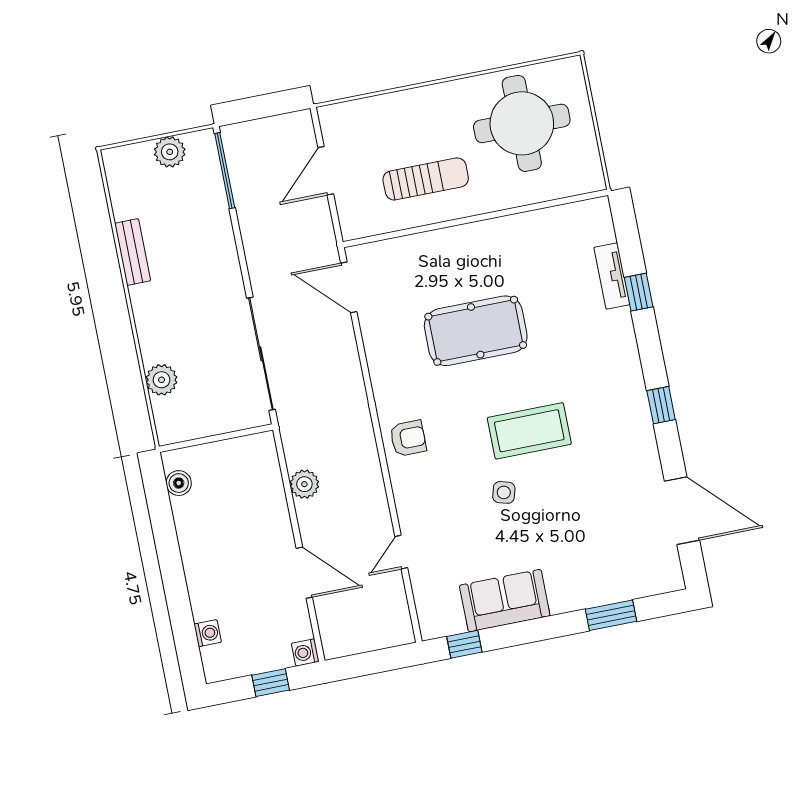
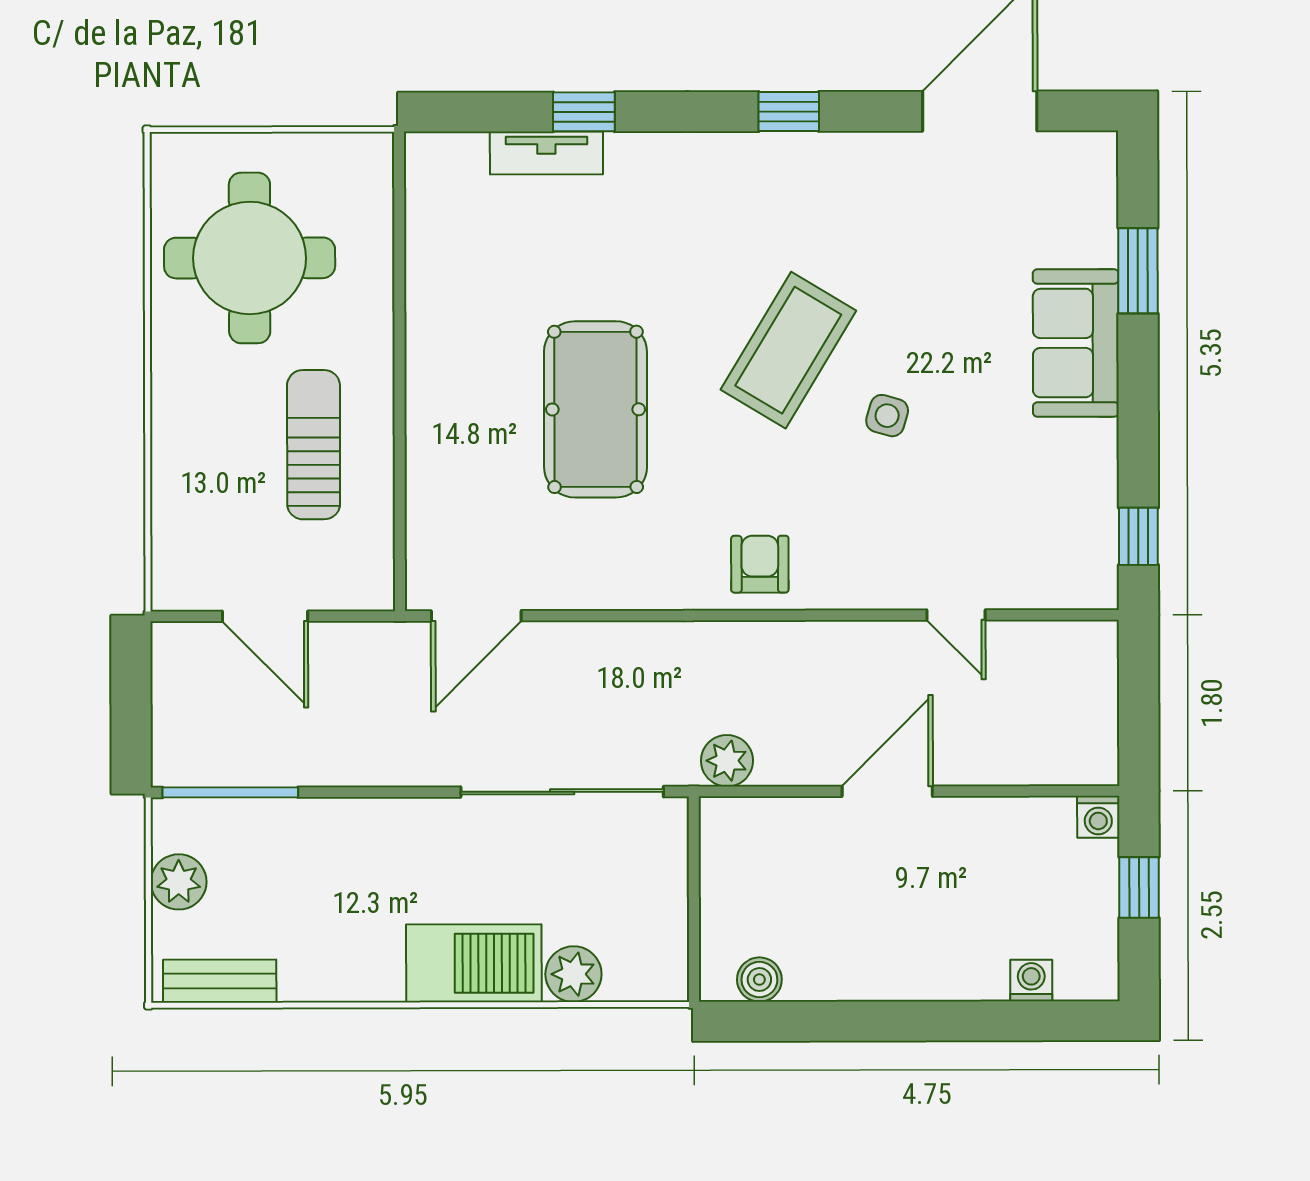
bench: (133, 252) -> (220, 981), moved
barbecue: (157, 324) -> (474, 963), added
coffee table: (529, 431) -> (788, 350), turned 31
plant: (304, 484) -> (727, 761), moved
door: (304, 573) -> (887, 791), moved
sofa: (505, 601) -> (1076, 343), moved

